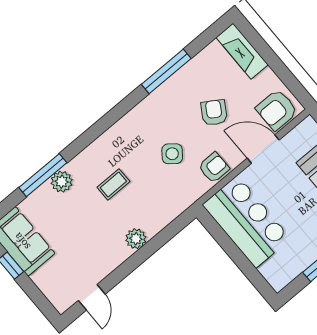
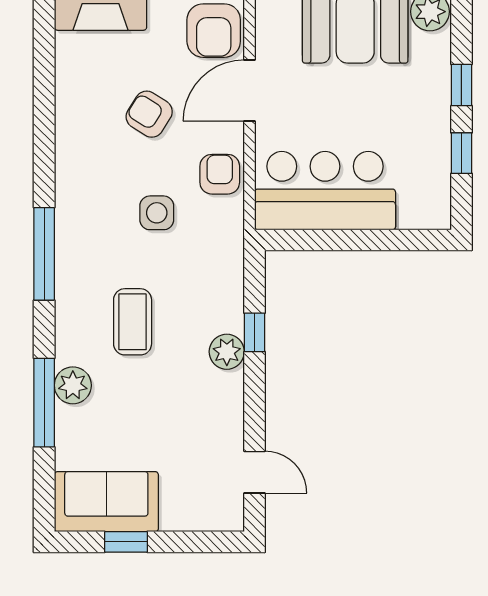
window: (166, 71) -> (44, 254), moved
side table: (172, 154) -> (157, 213), turned -38
coffee table: (113, 184) -> (133, 322), width x1.36, depth x1.30
window: (155, 244) -> (255, 332), added

